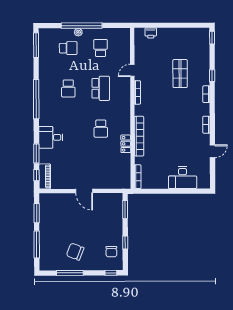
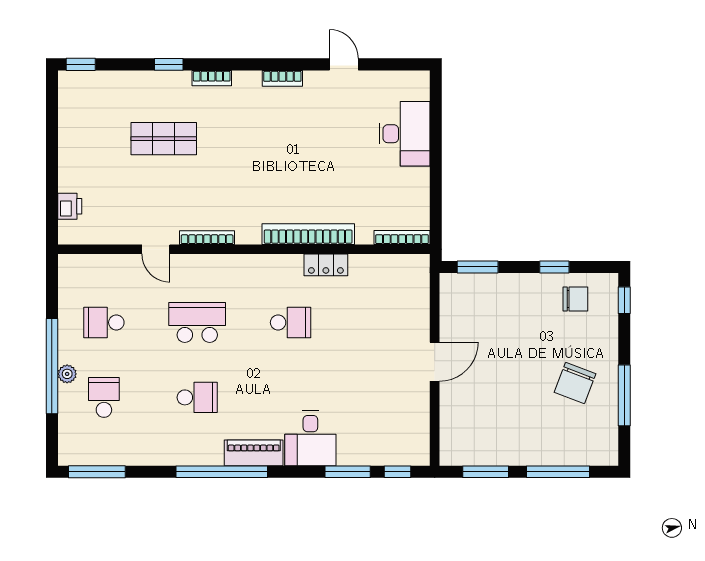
piano: (45, 176) -> (254, 453), moved

